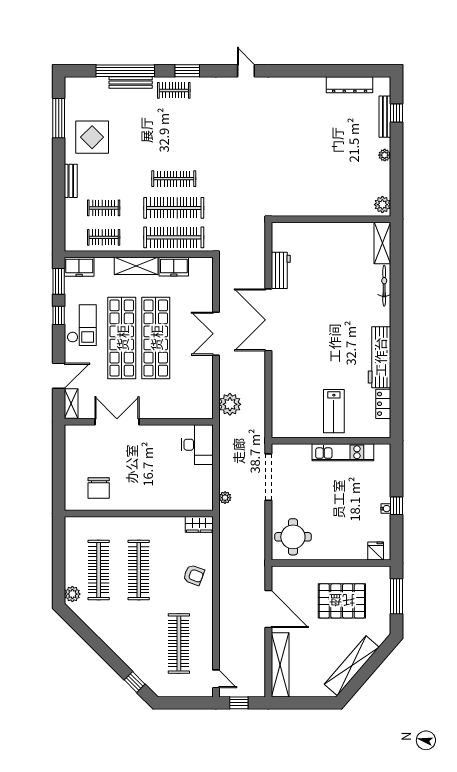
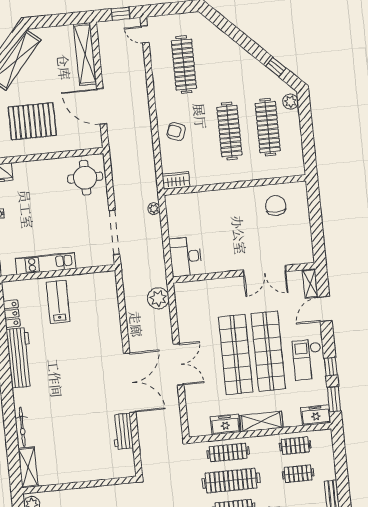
clothes rail: (174, 237) -> (228, 452), width x0.73, depth x0.76
window: (135, 682) -> (276, 67), moved

